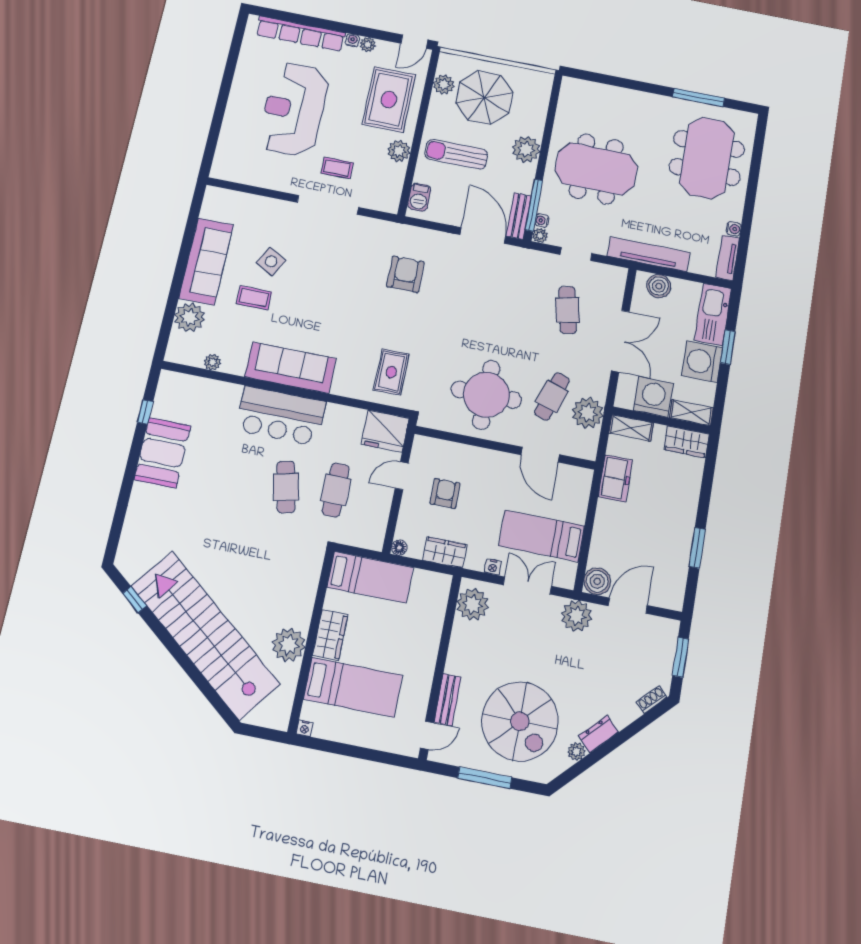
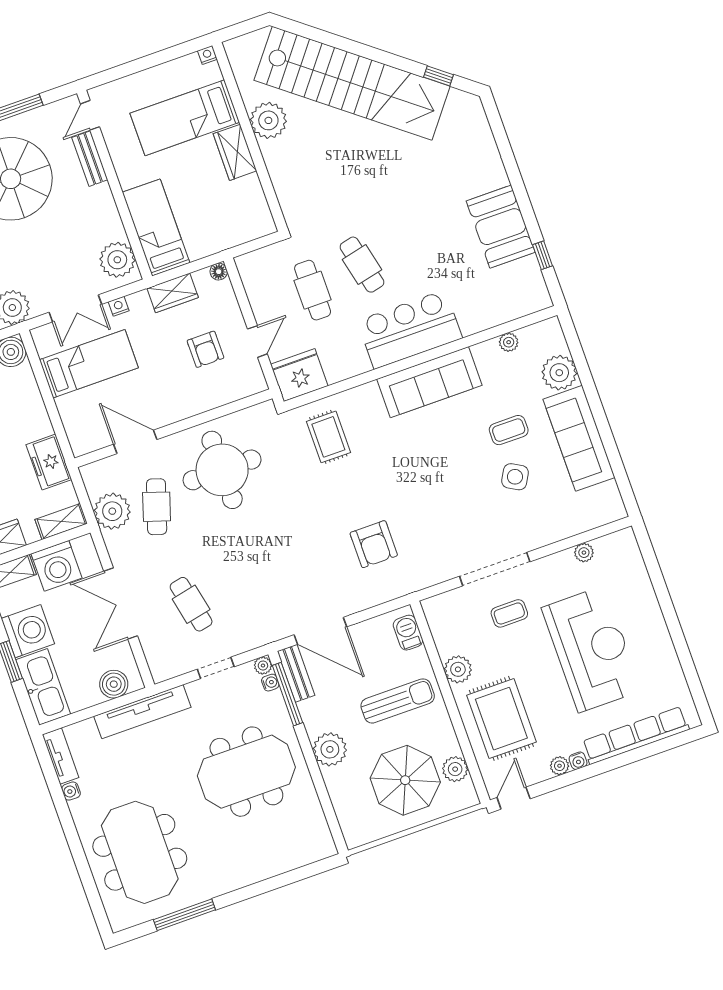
plant: (256, 179) -> (584, 553), added
bed: (370, 577) -> (156, 227), moved, turned 90

